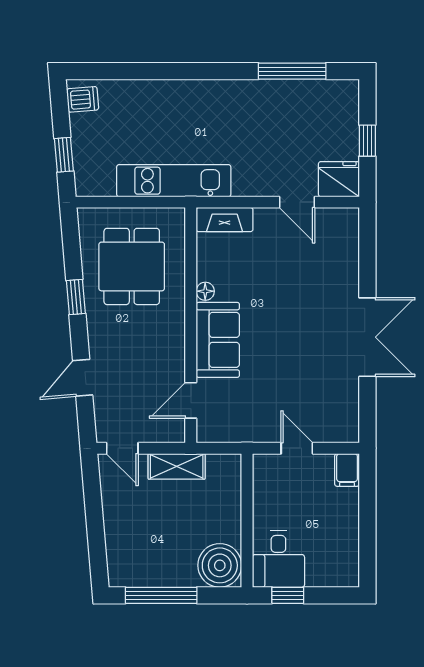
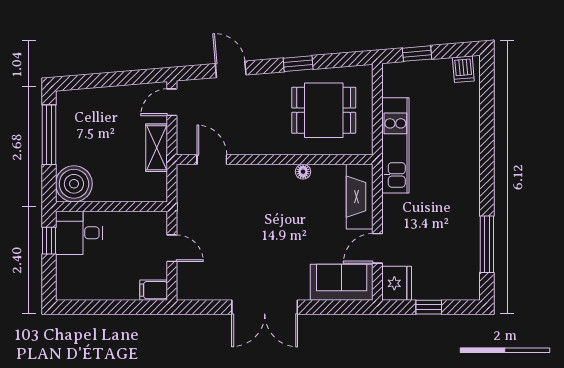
fireplace: (225, 220) -> (360, 197), width x1.37, depth x1.32
sofa: (218, 340) -> (342, 282), moved, turned 180
door: (297, 448) -> (172, 248), hinge flipped

